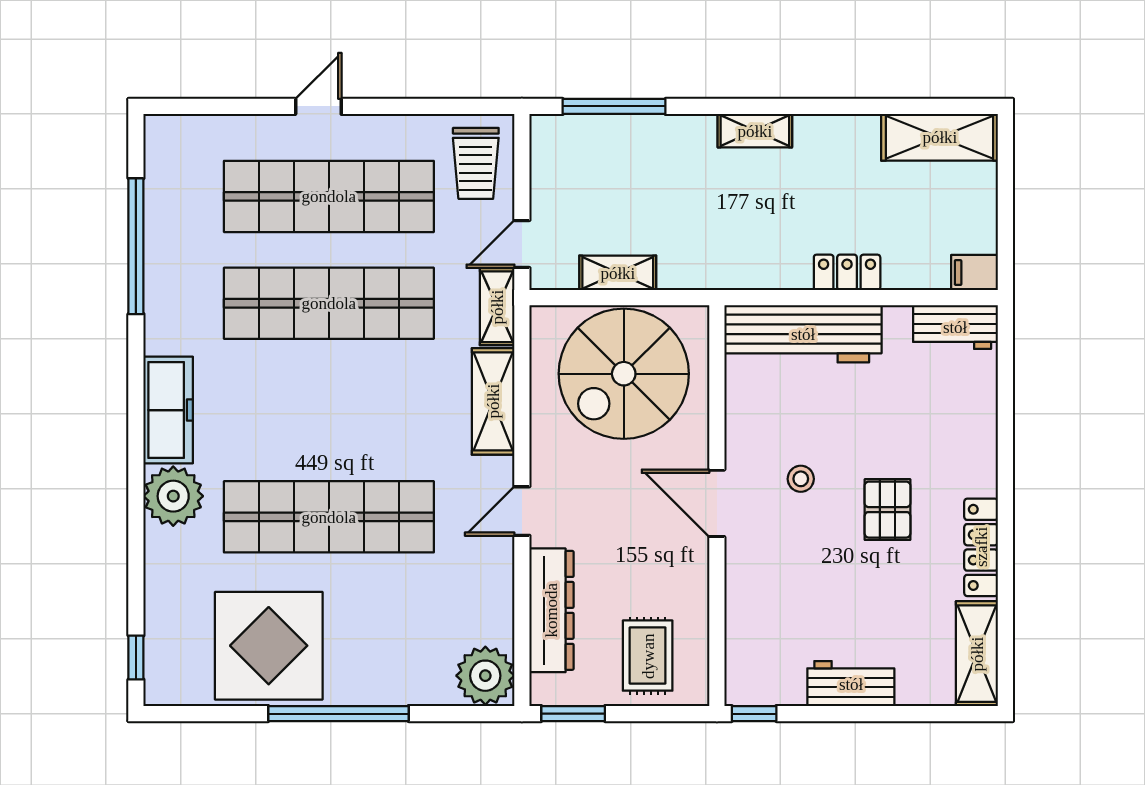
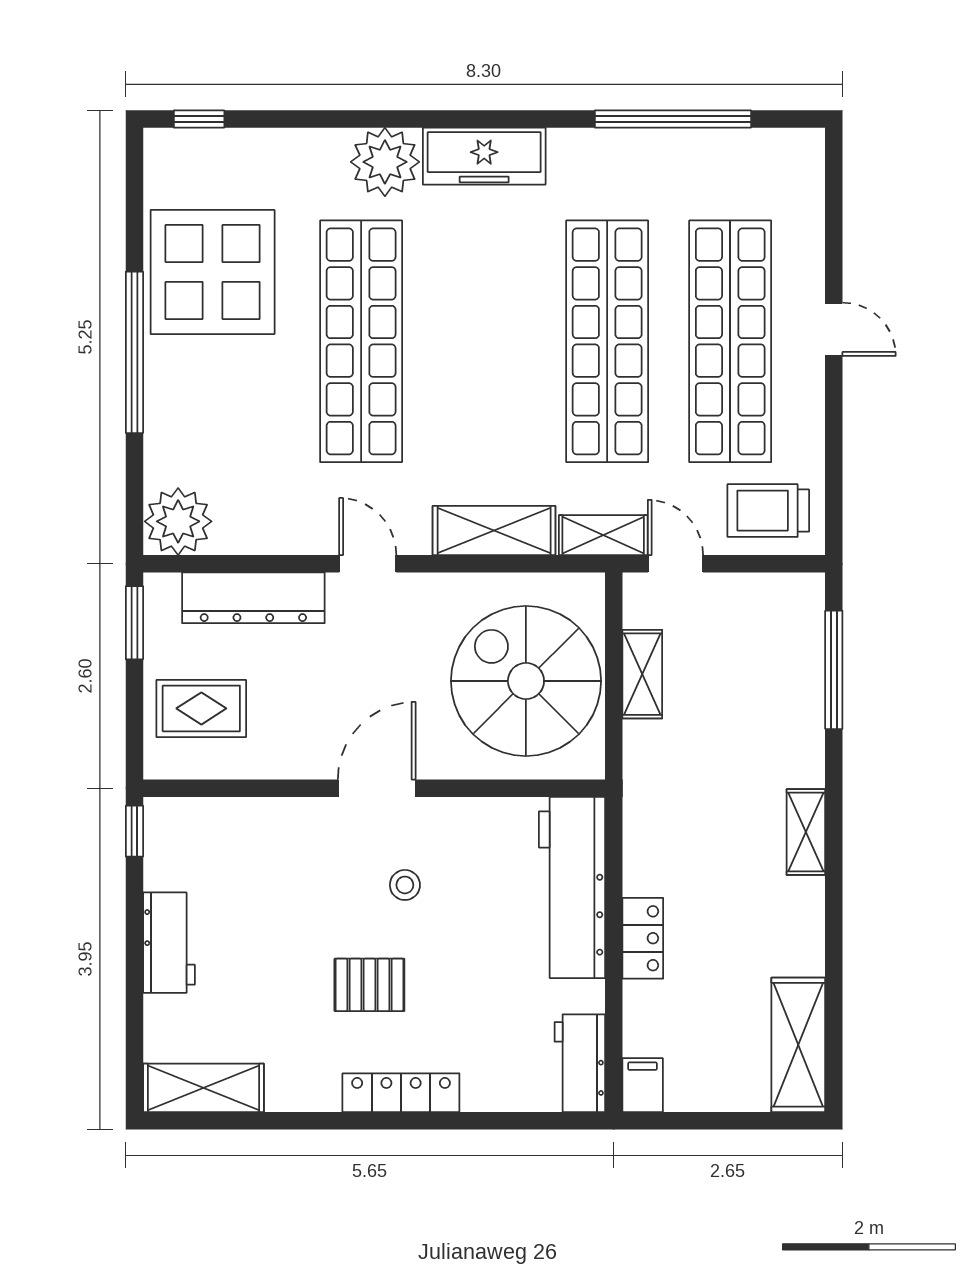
locker: (981, 547) -> (401, 1093), moved

